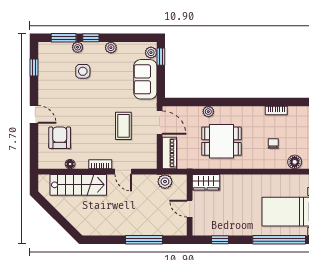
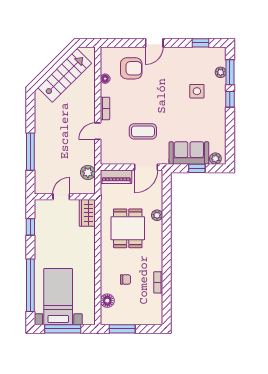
plant: (78, 47) -> (221, 72), moved
plant: (111, 48) -> (220, 119), removed
window: (161, 57) -> (197, 168), moved
stairs: (78, 185) -> (65, 75), moved, turned -135

